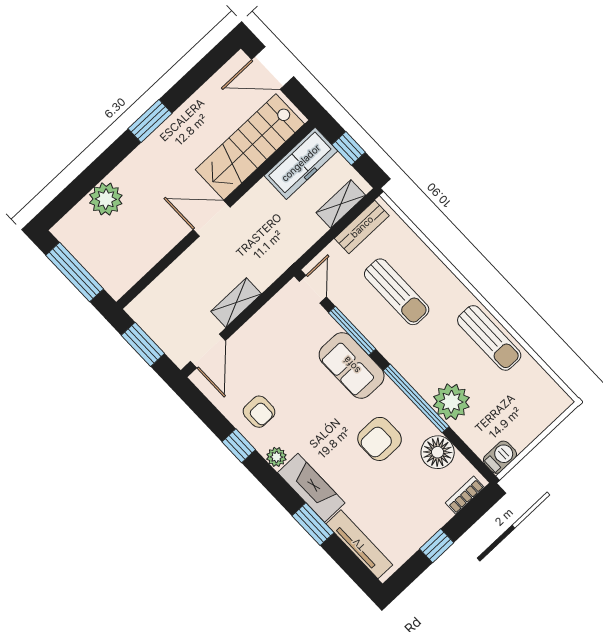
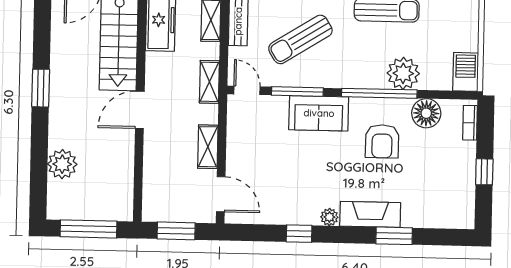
shelving: (290, 252) -> (209, 82), added
sun lounger: (397, 292) -> (300, 39), turned 148
armchair: (259, 412) -> (290, 200), removed
barbecue: (500, 457) -> (466, 72), width x1.38, depth x1.27
tv unit: (359, 544) -> (435, 219), removed

